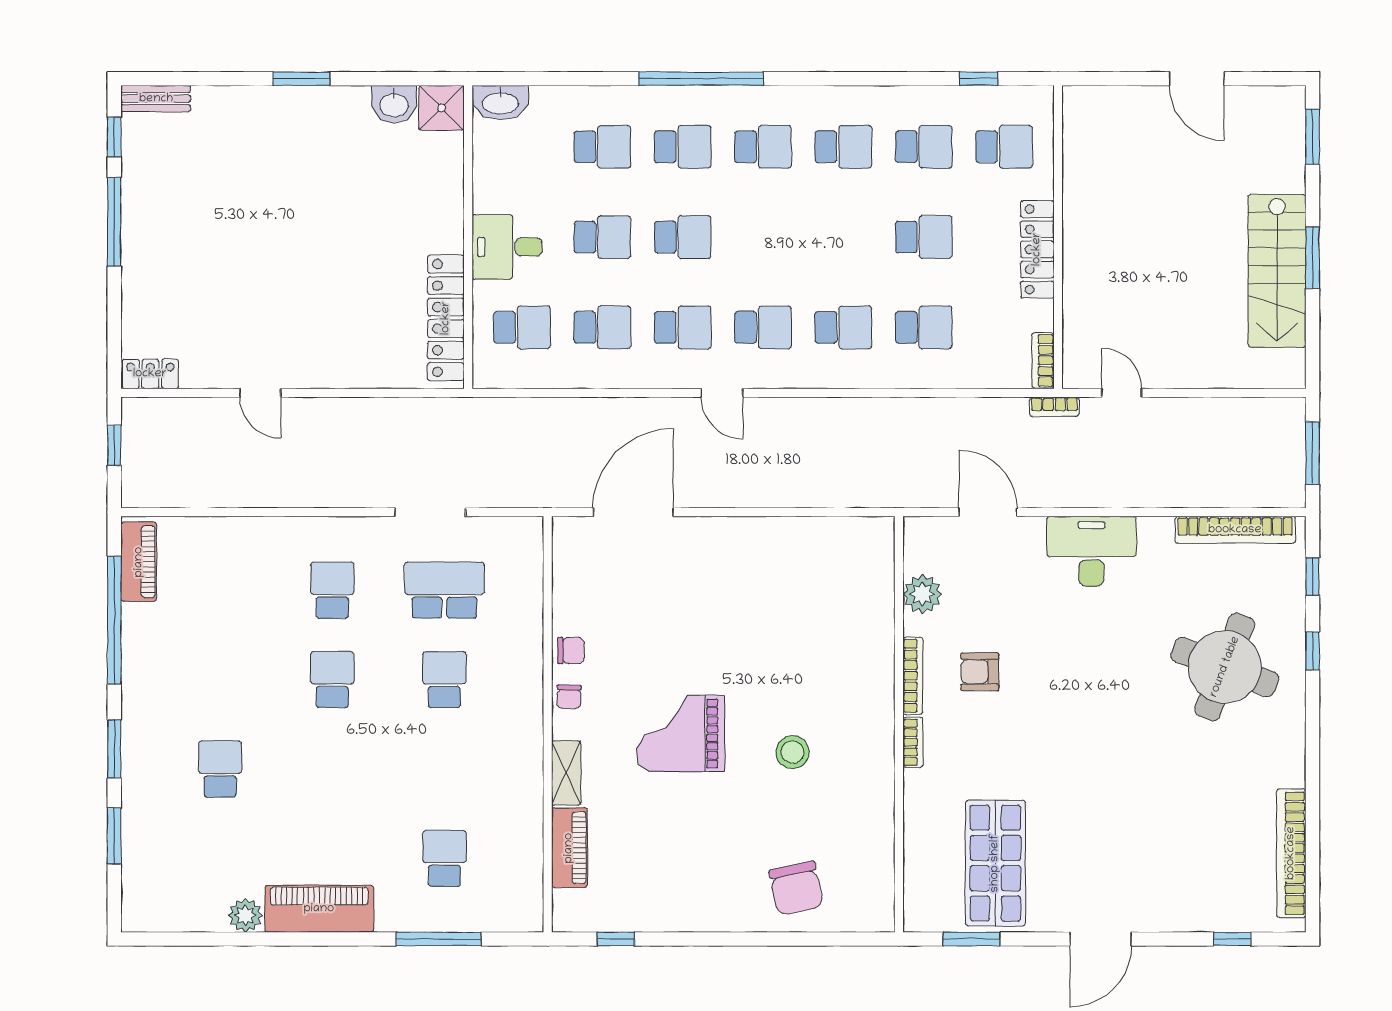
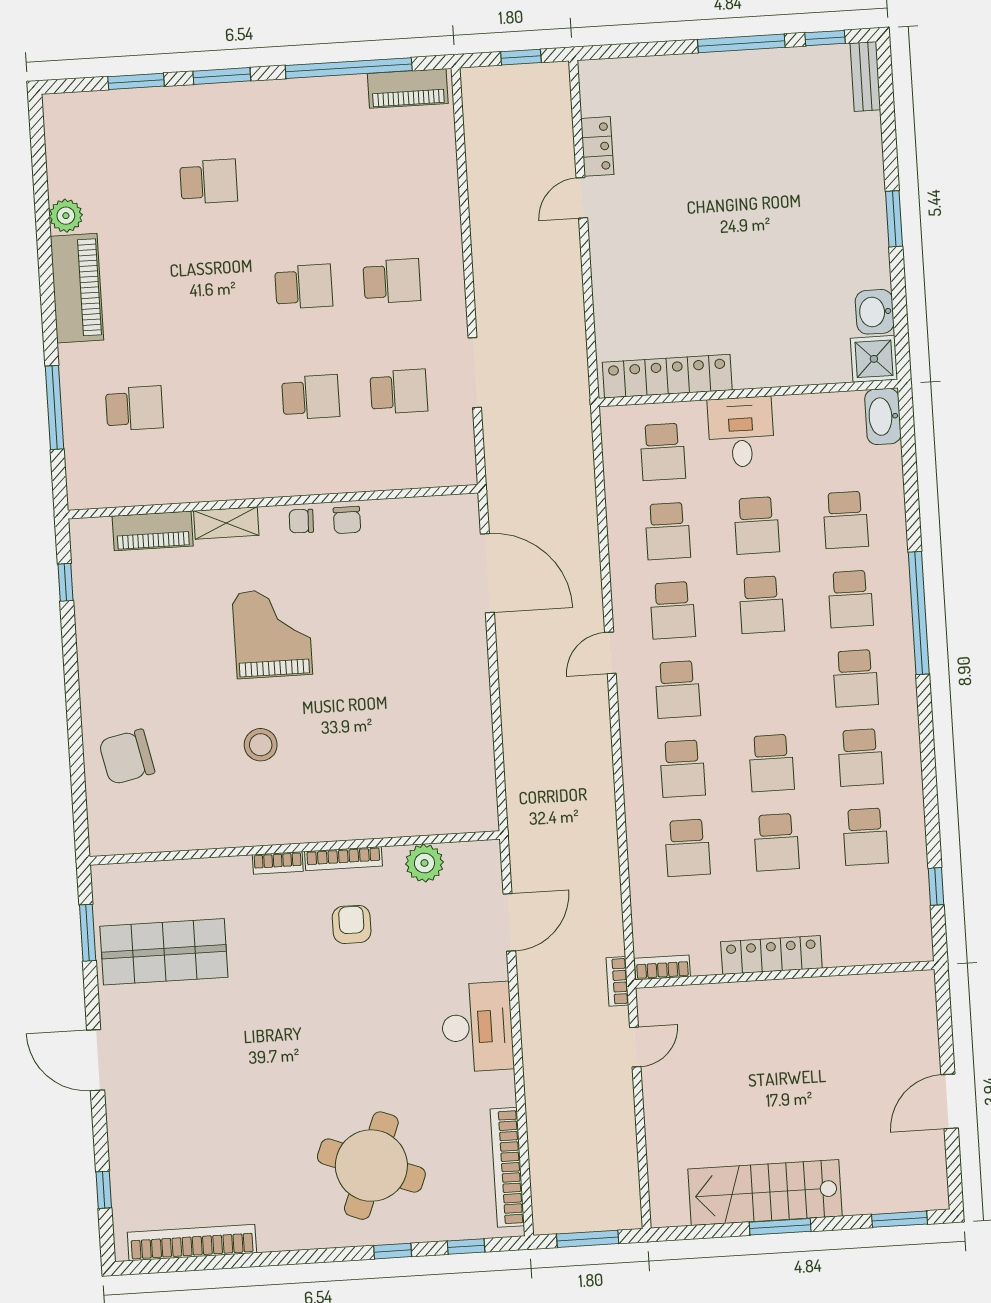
school desk: (1004, 147) -> (771, 763), moved
locker: (150, 374) -> (597, 146), moved
school desk: (444, 590) -> (399, 392), width x0.54

